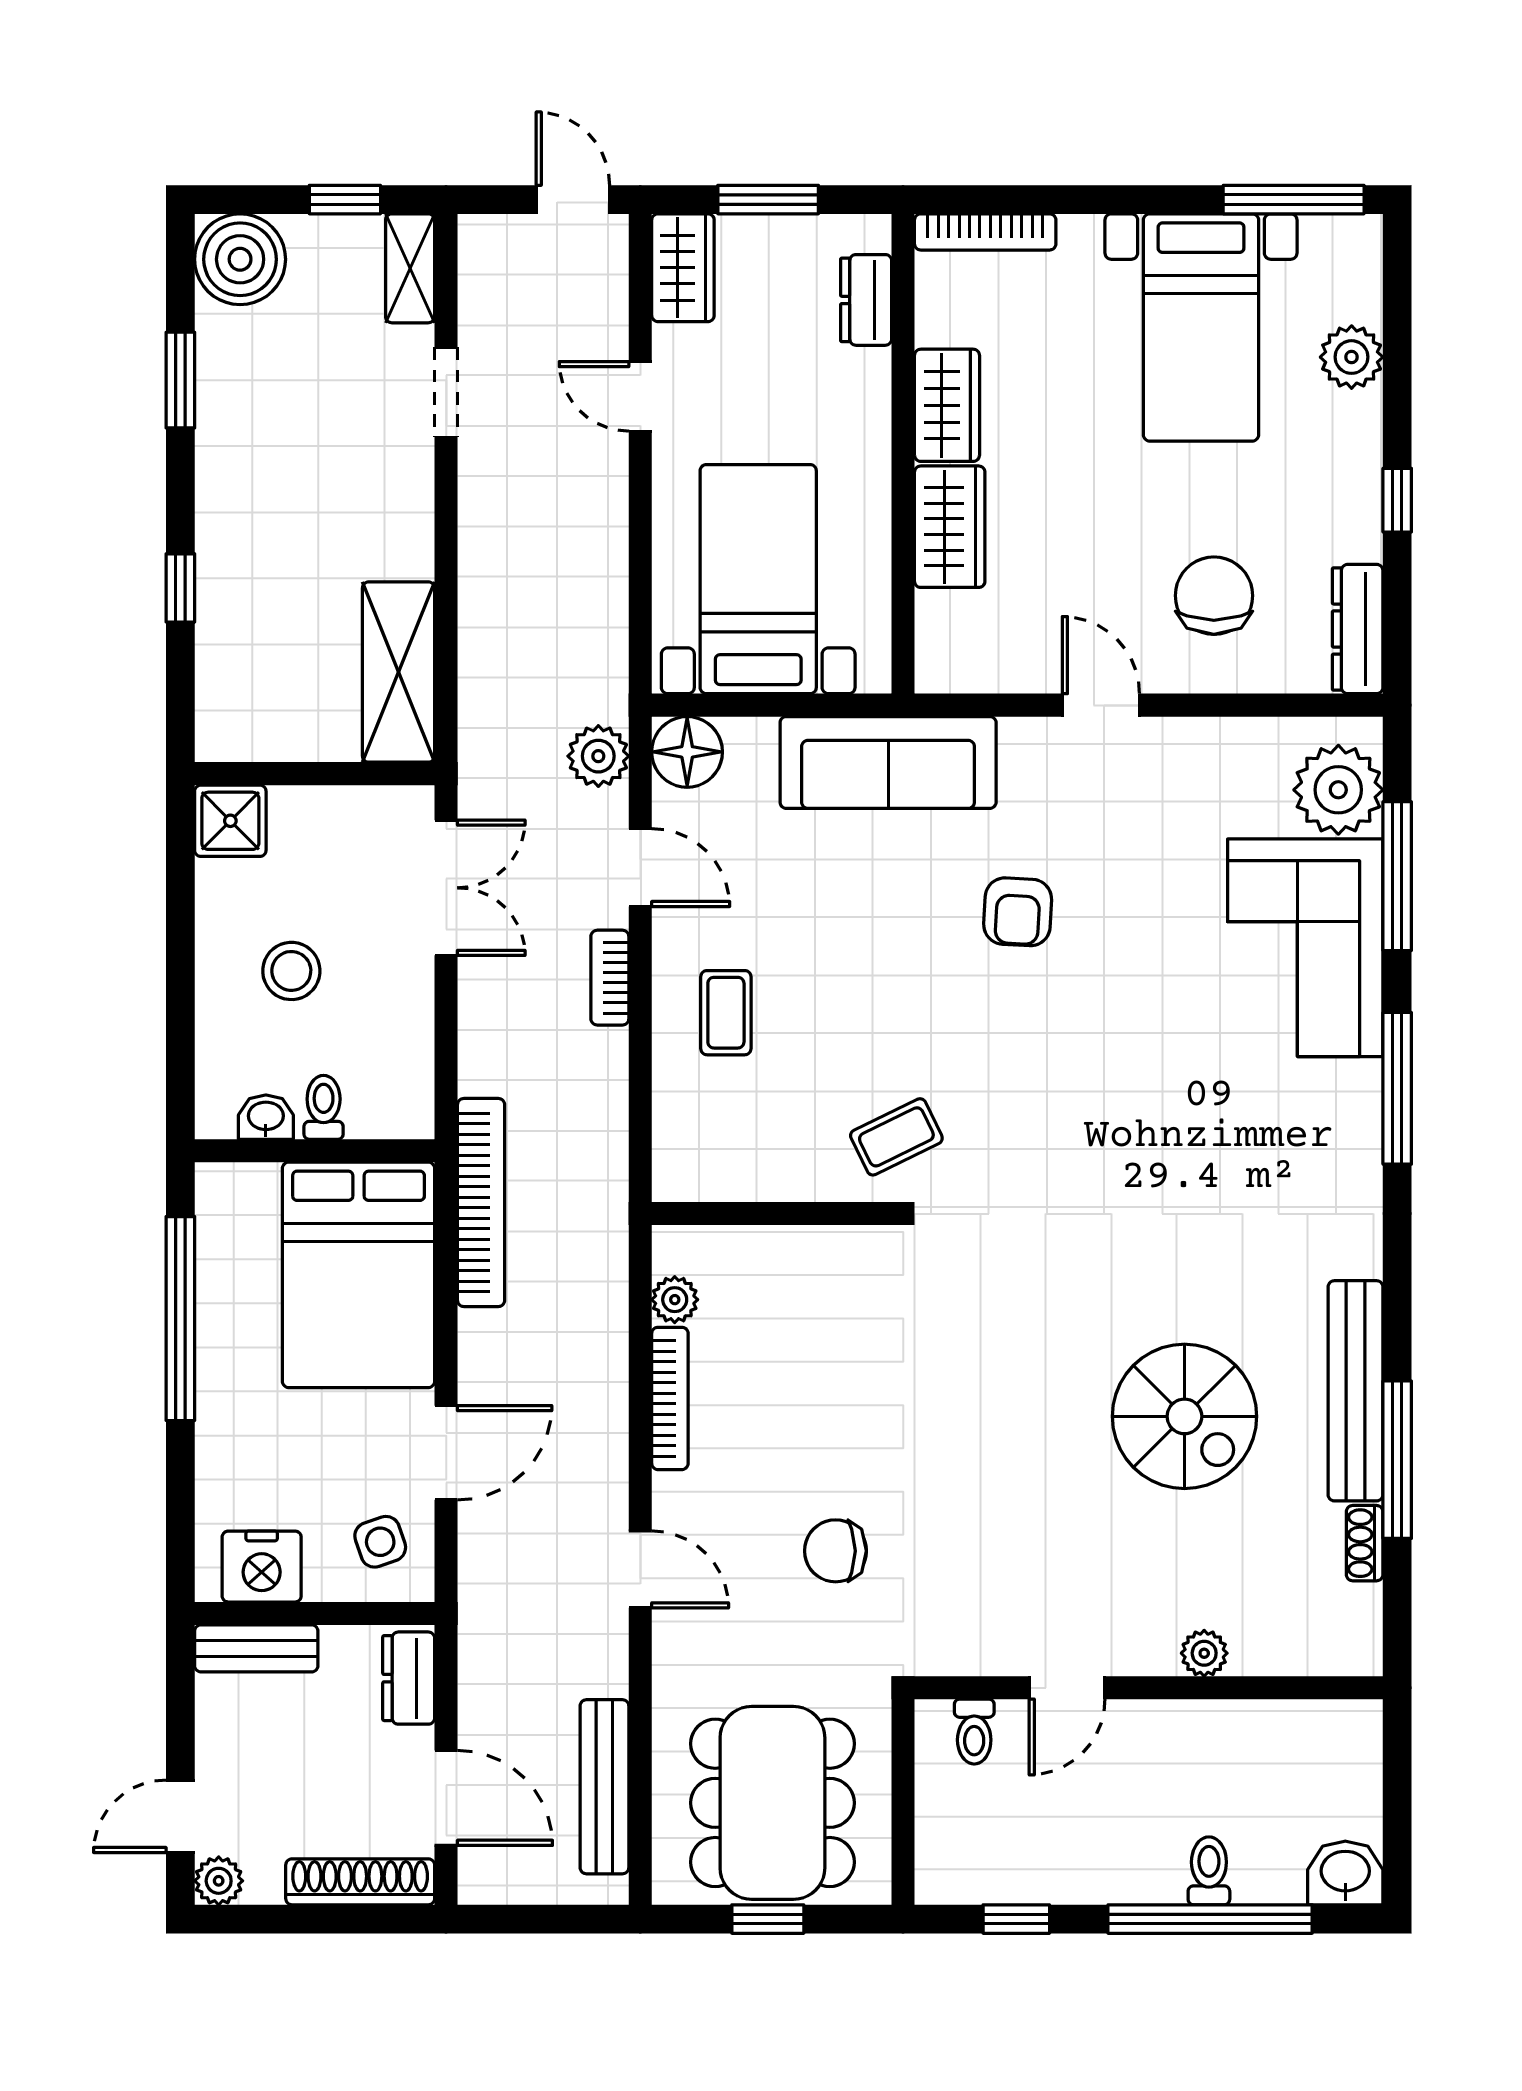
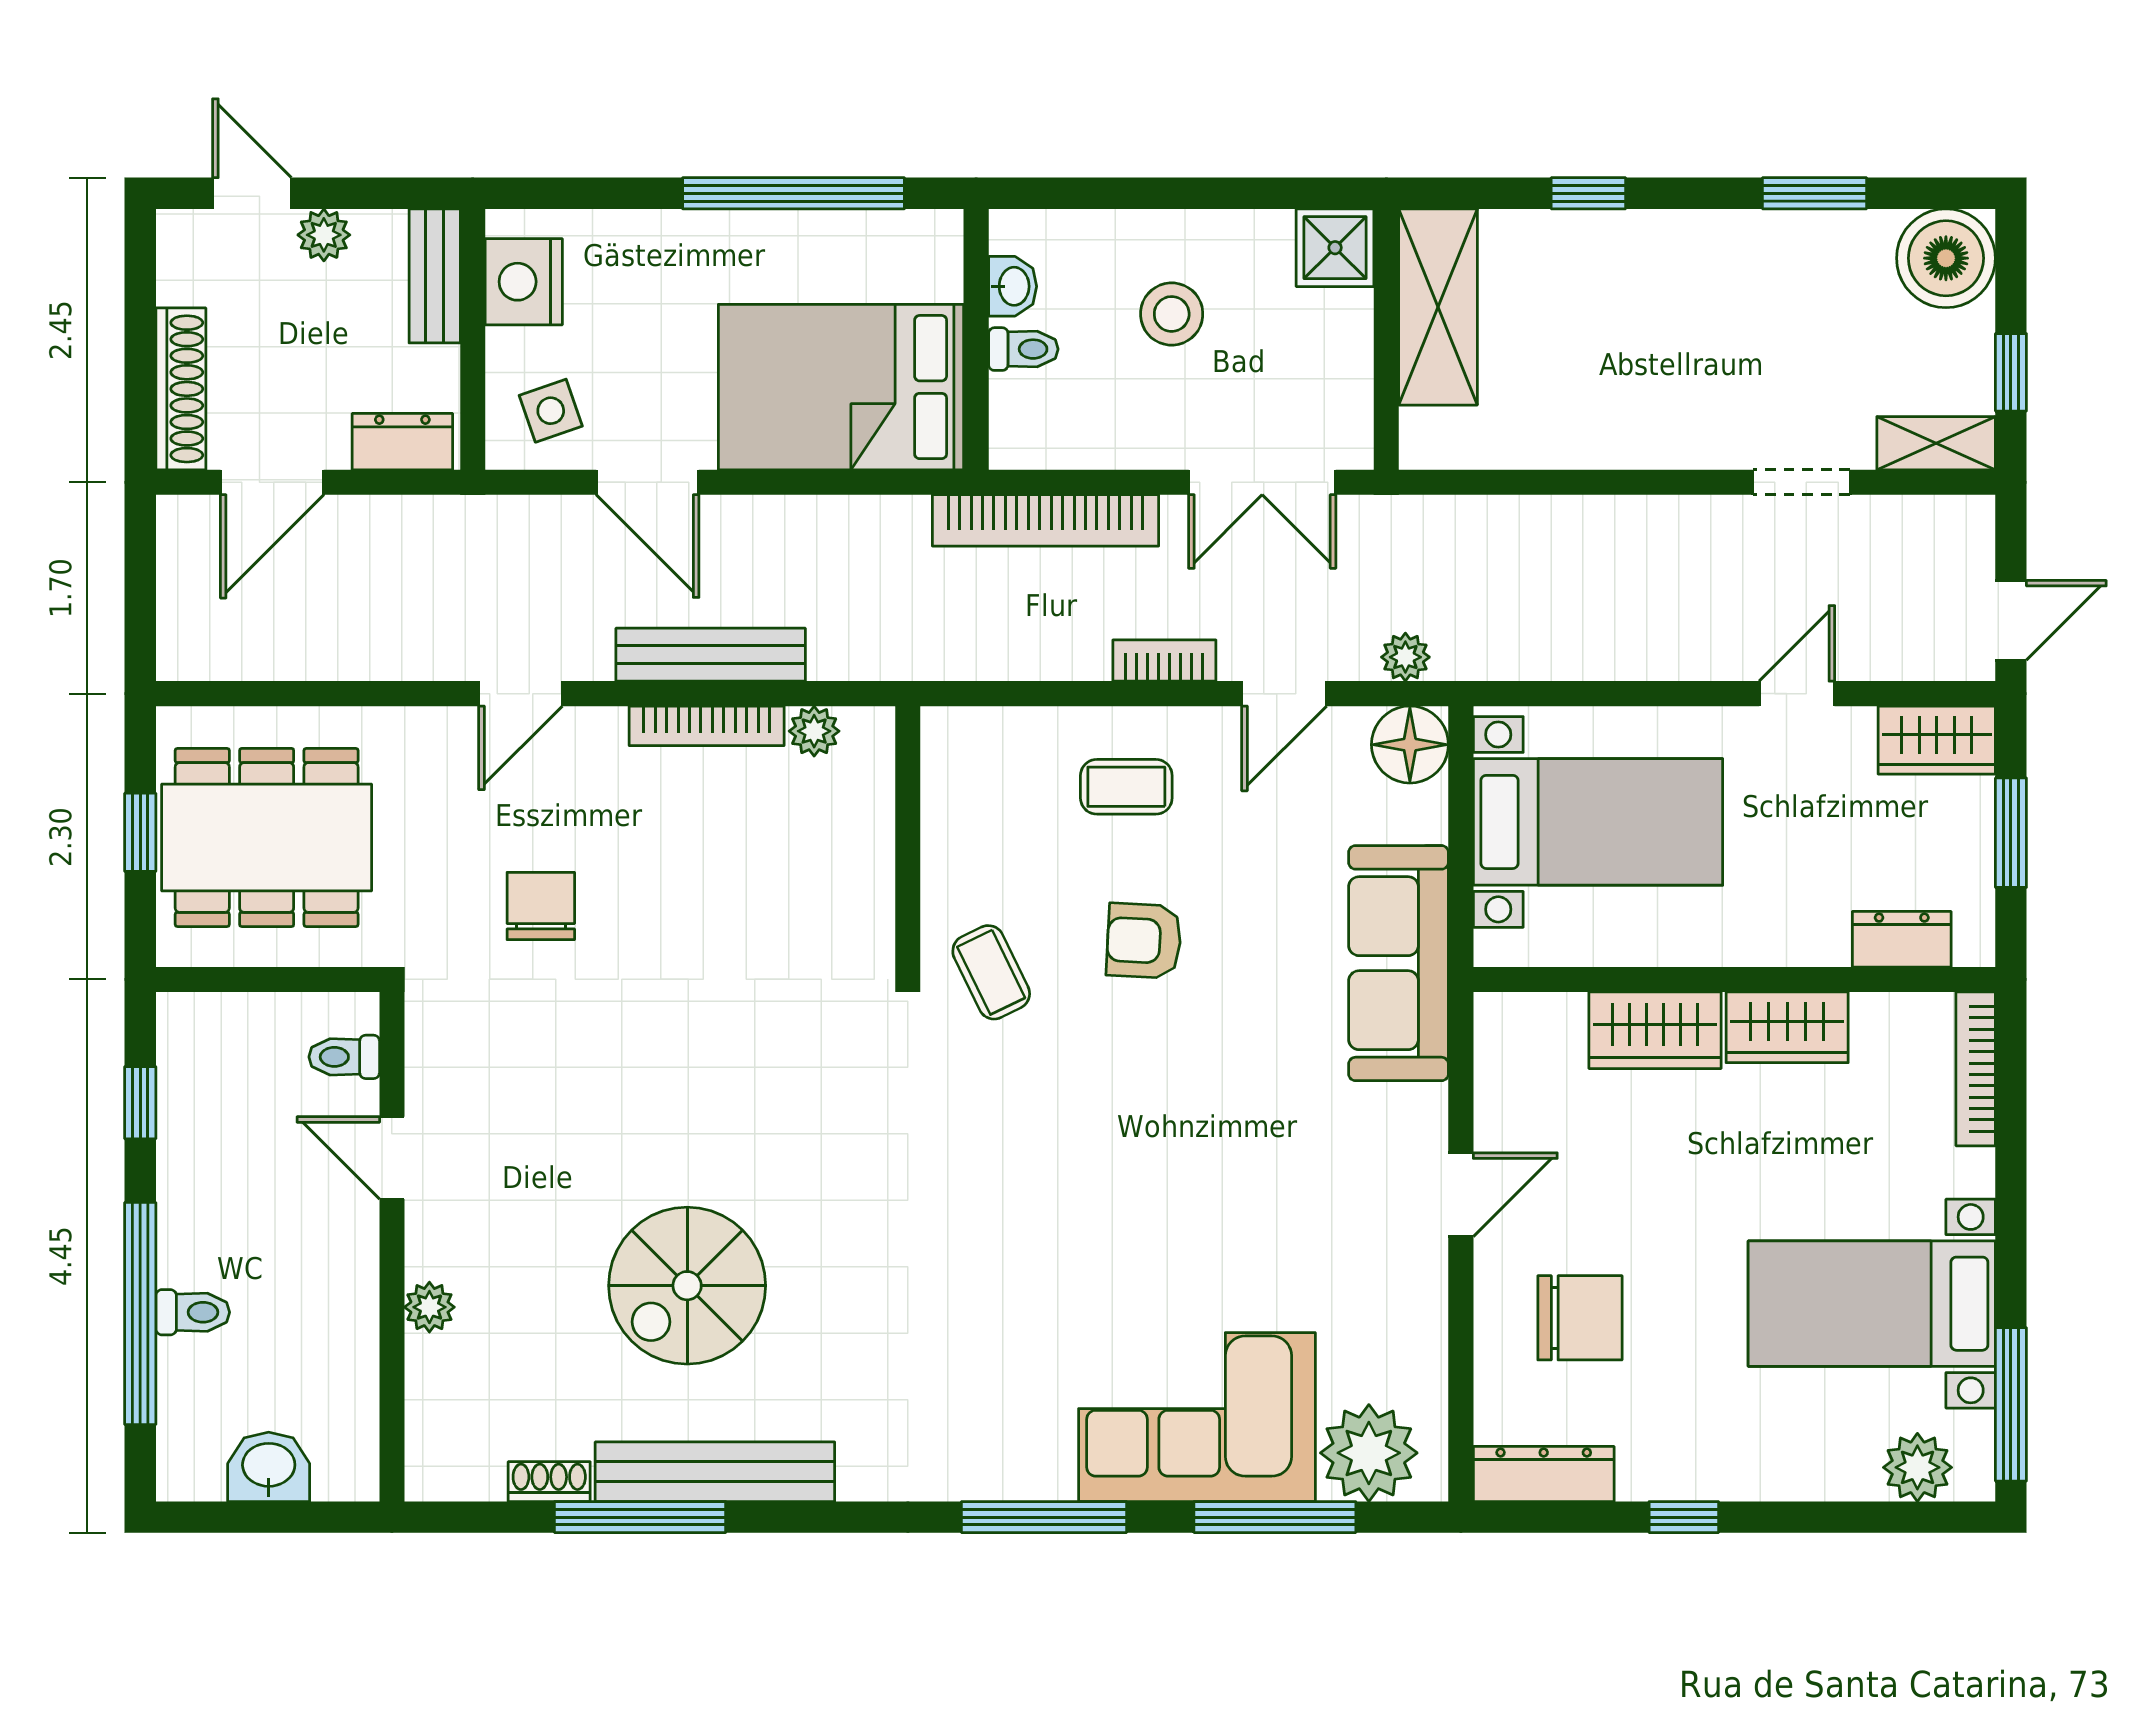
plant: (1352, 357) -> (1917, 1467), moved
shelving: (399, 672) -> (1438, 307), moved, turned 90
plant: (598, 756) -> (1405, 657), width x0.73, depth x0.73
armchair: (1018, 912) -> (1144, 941), moved
bookcase: (481, 1203) -> (1045, 520), moved
bench: (604, 1787) -> (711, 655), moved
washbasin: (1345, 1873) -> (269, 1467), moved, turned -90
plant: (219, 1881) -> (324, 235), moved

